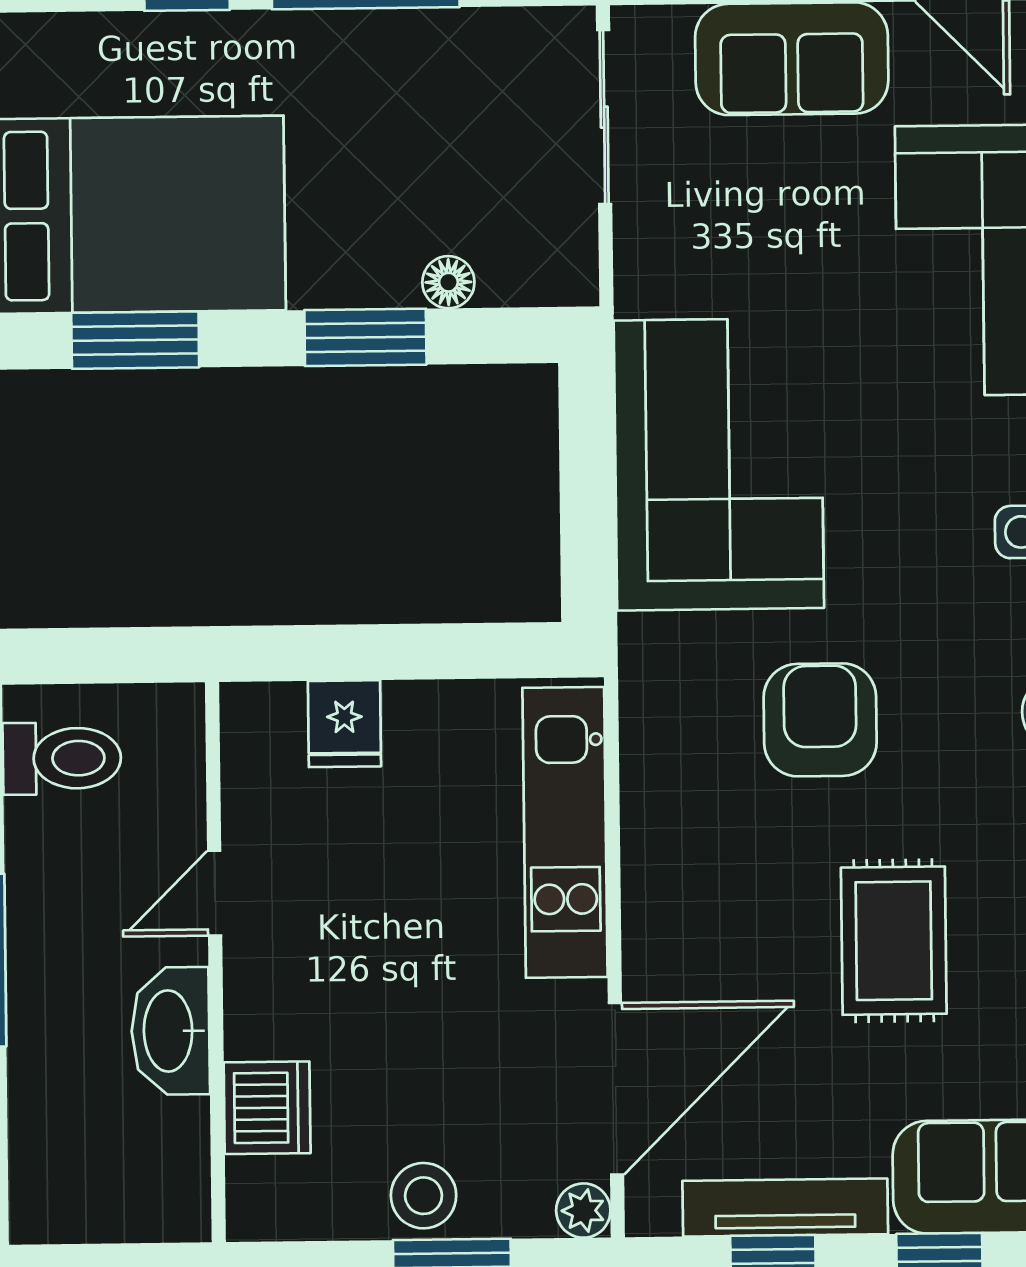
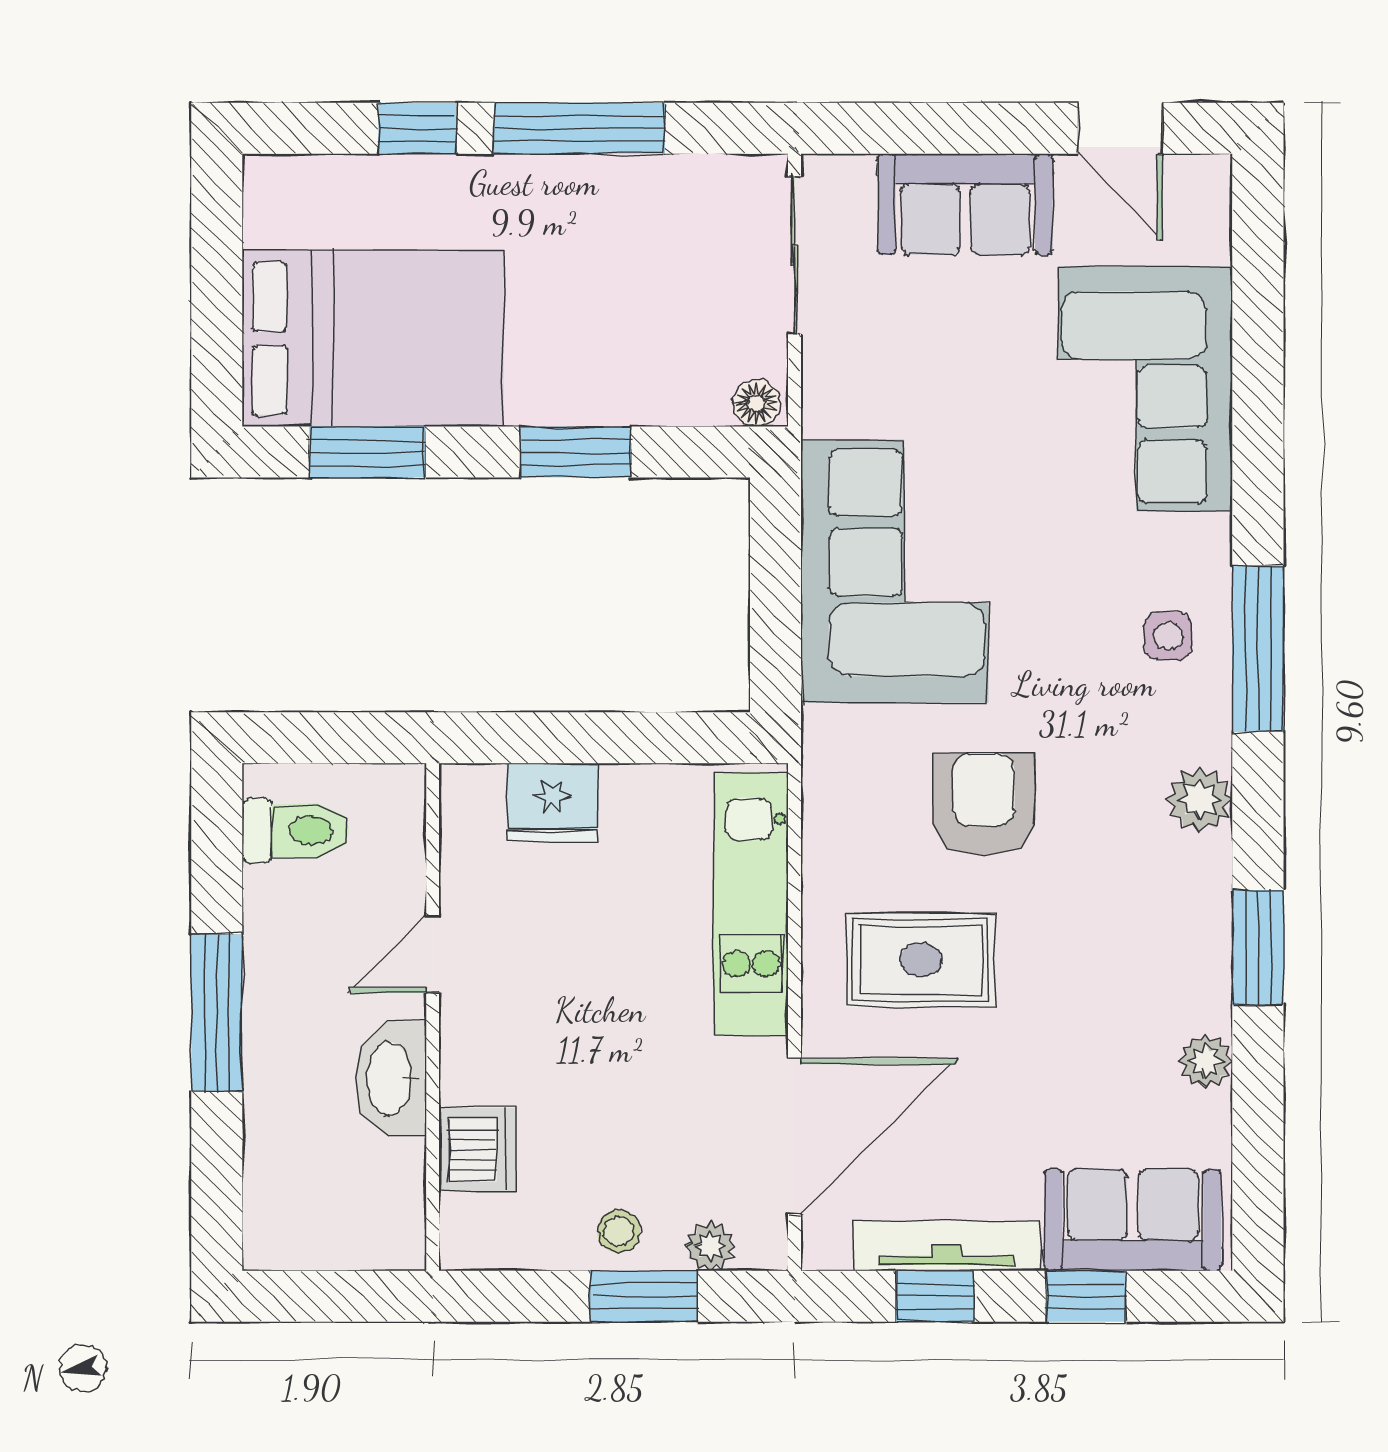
floor lamp: (448, 282) -> (756, 403), moved
fridge: (344, 724) -> (552, 802), width x1.38
rug: (894, 941) -> (921, 960), moved, turned 90
stool: (424, 1196) -> (619, 1231), width x0.73, depth x0.73
plant: (583, 1211) -> (710, 1246), moved

